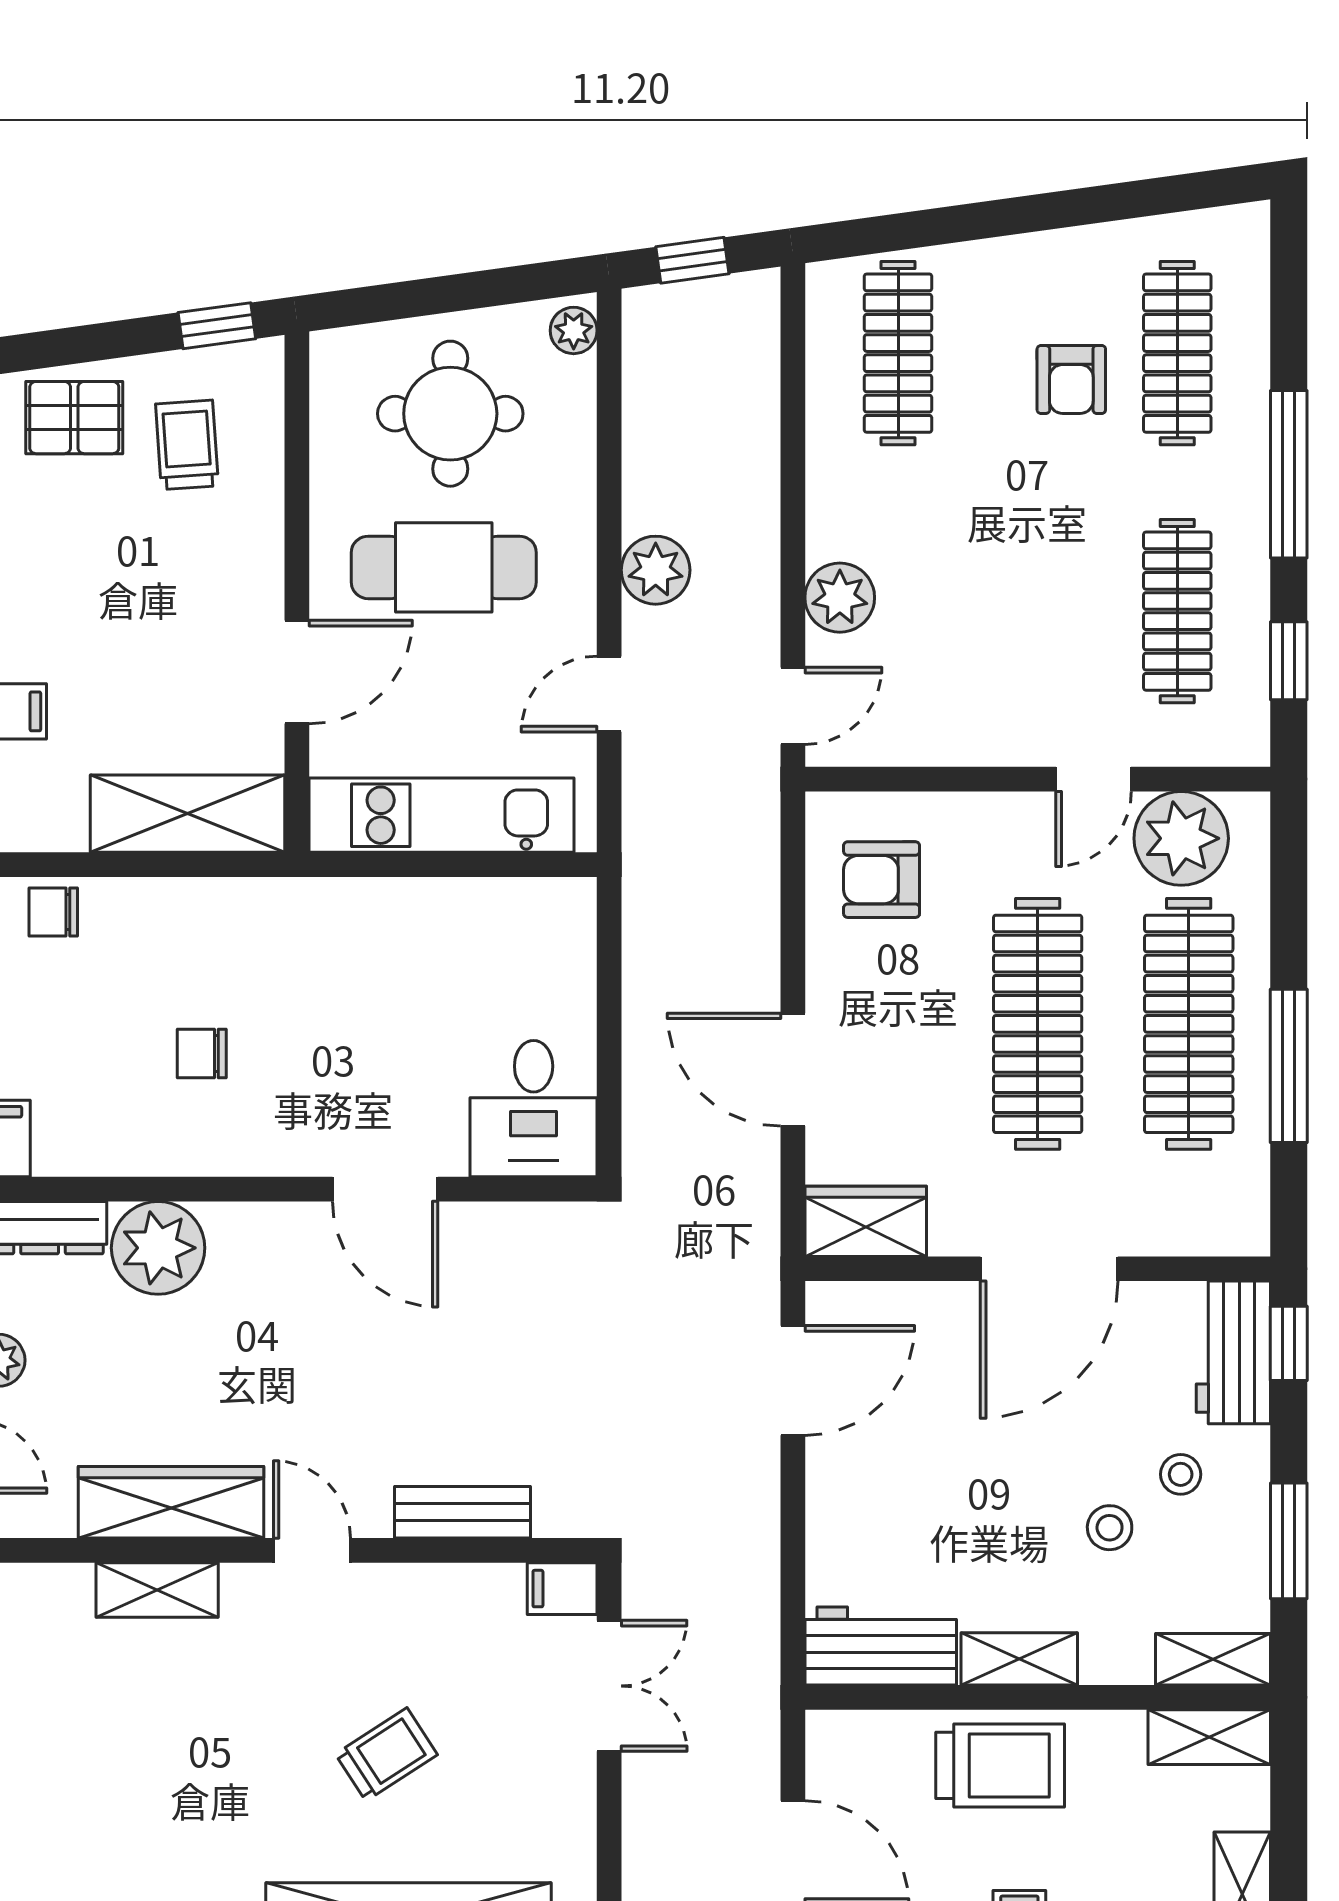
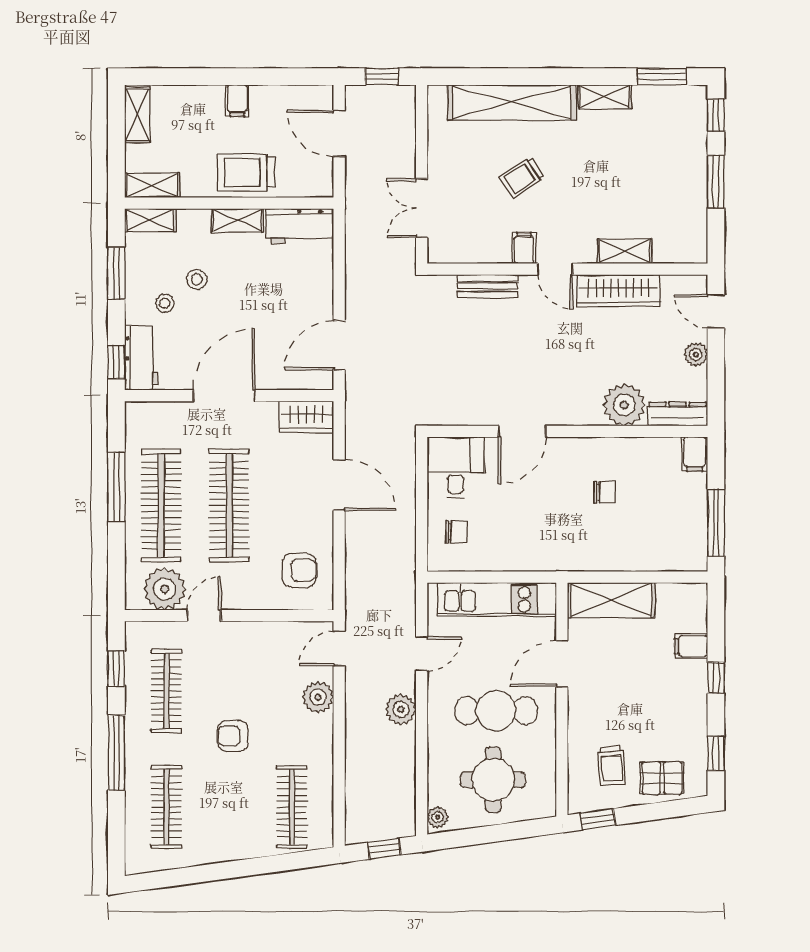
armchair: (1071, 379) -> (233, 736), moved, turned -90
chair: (53, 912) -> (457, 532), moved
door: (385, 1189) -> (522, 431), swing flipped
filing cabinet: (562, 1589) -> (524, 248), moved, turned -90

